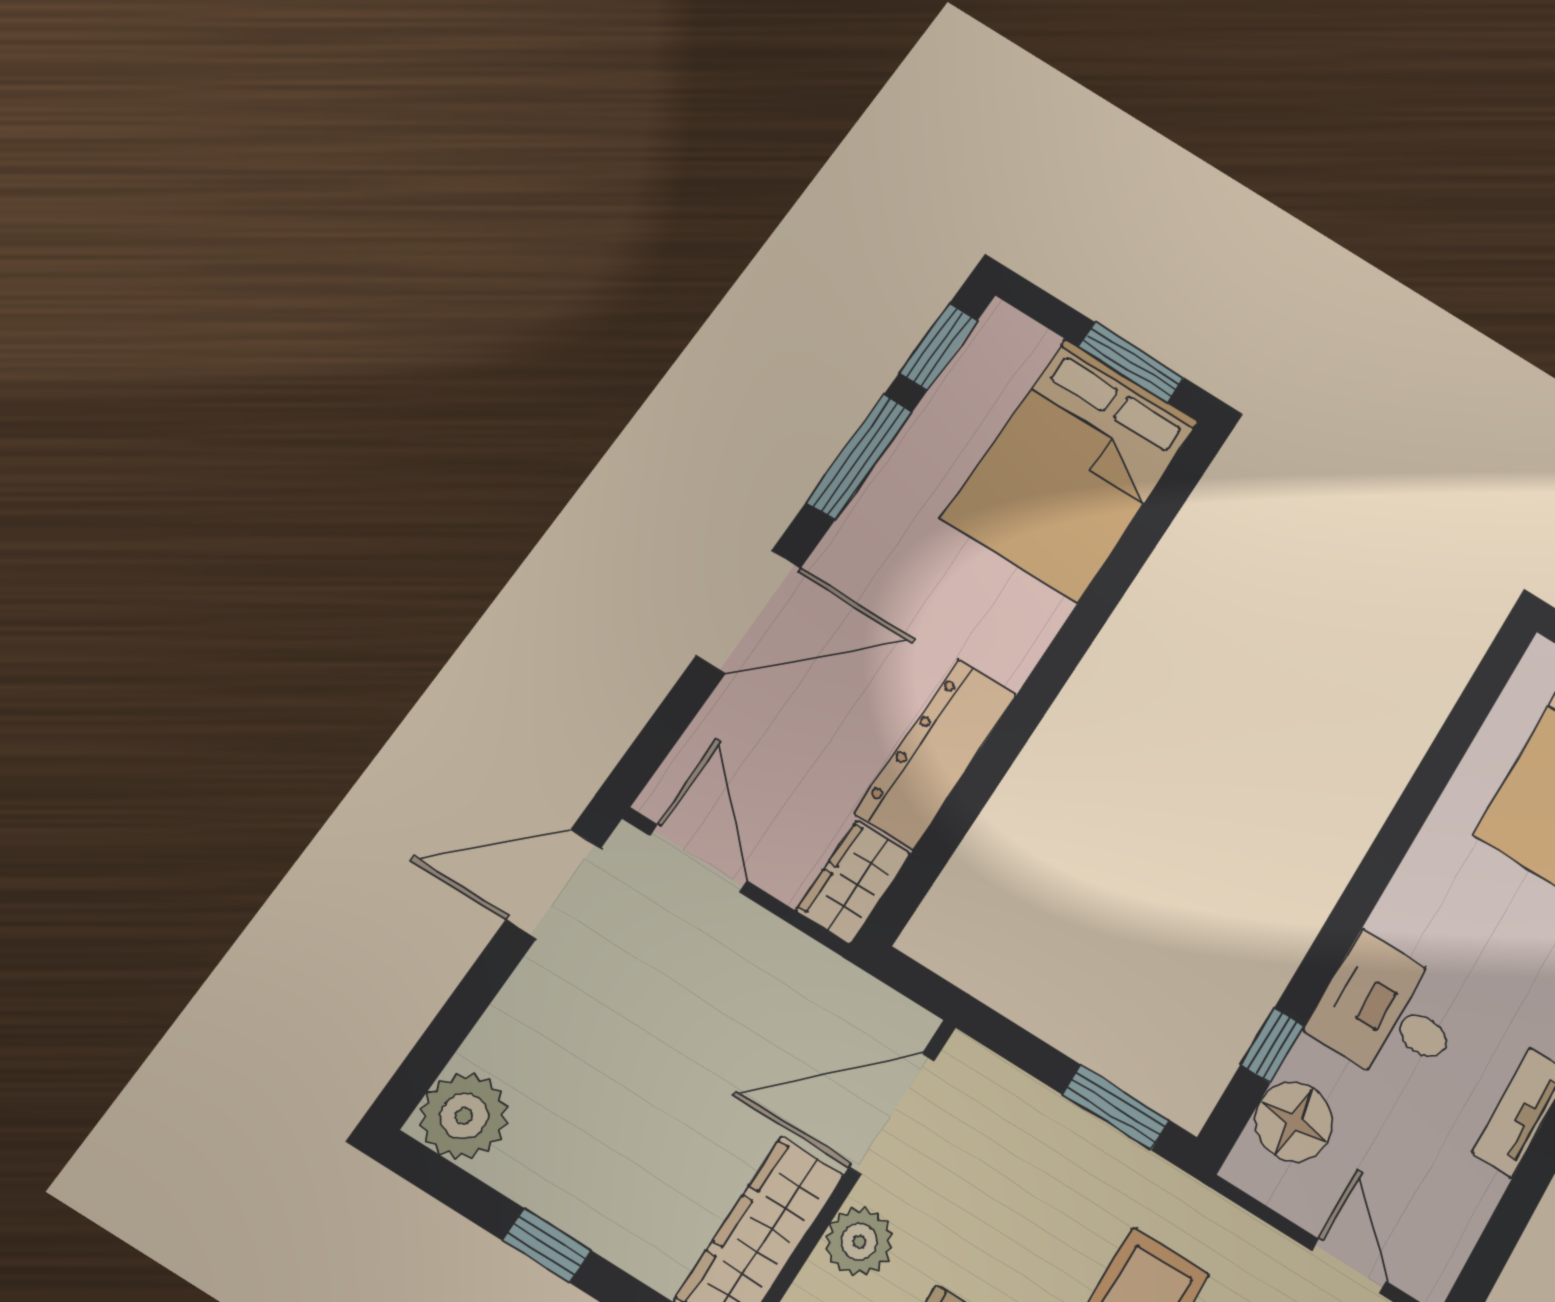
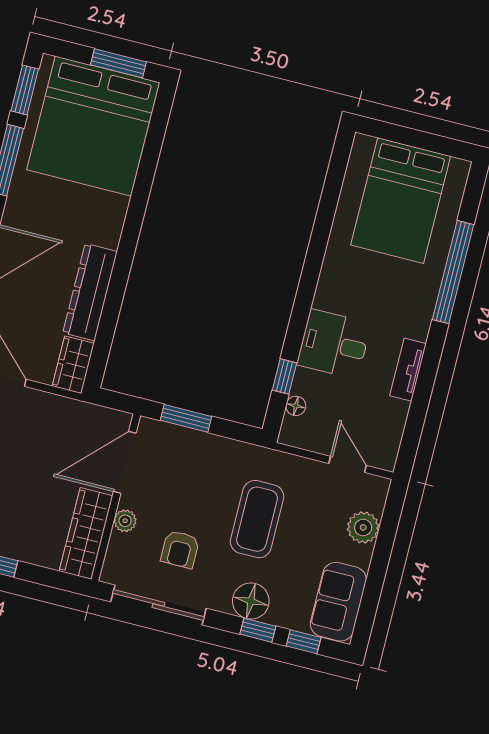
bed: (1071, 469) -> (93, 126), width x1.36
window: (1116, 1107) -> (186, 418), moved
floor lamp: (1294, 1122) -> (296, 406), width x0.53, depth x0.53
plant: (859, 1242) -> (125, 521), width x0.73, depth x0.73

